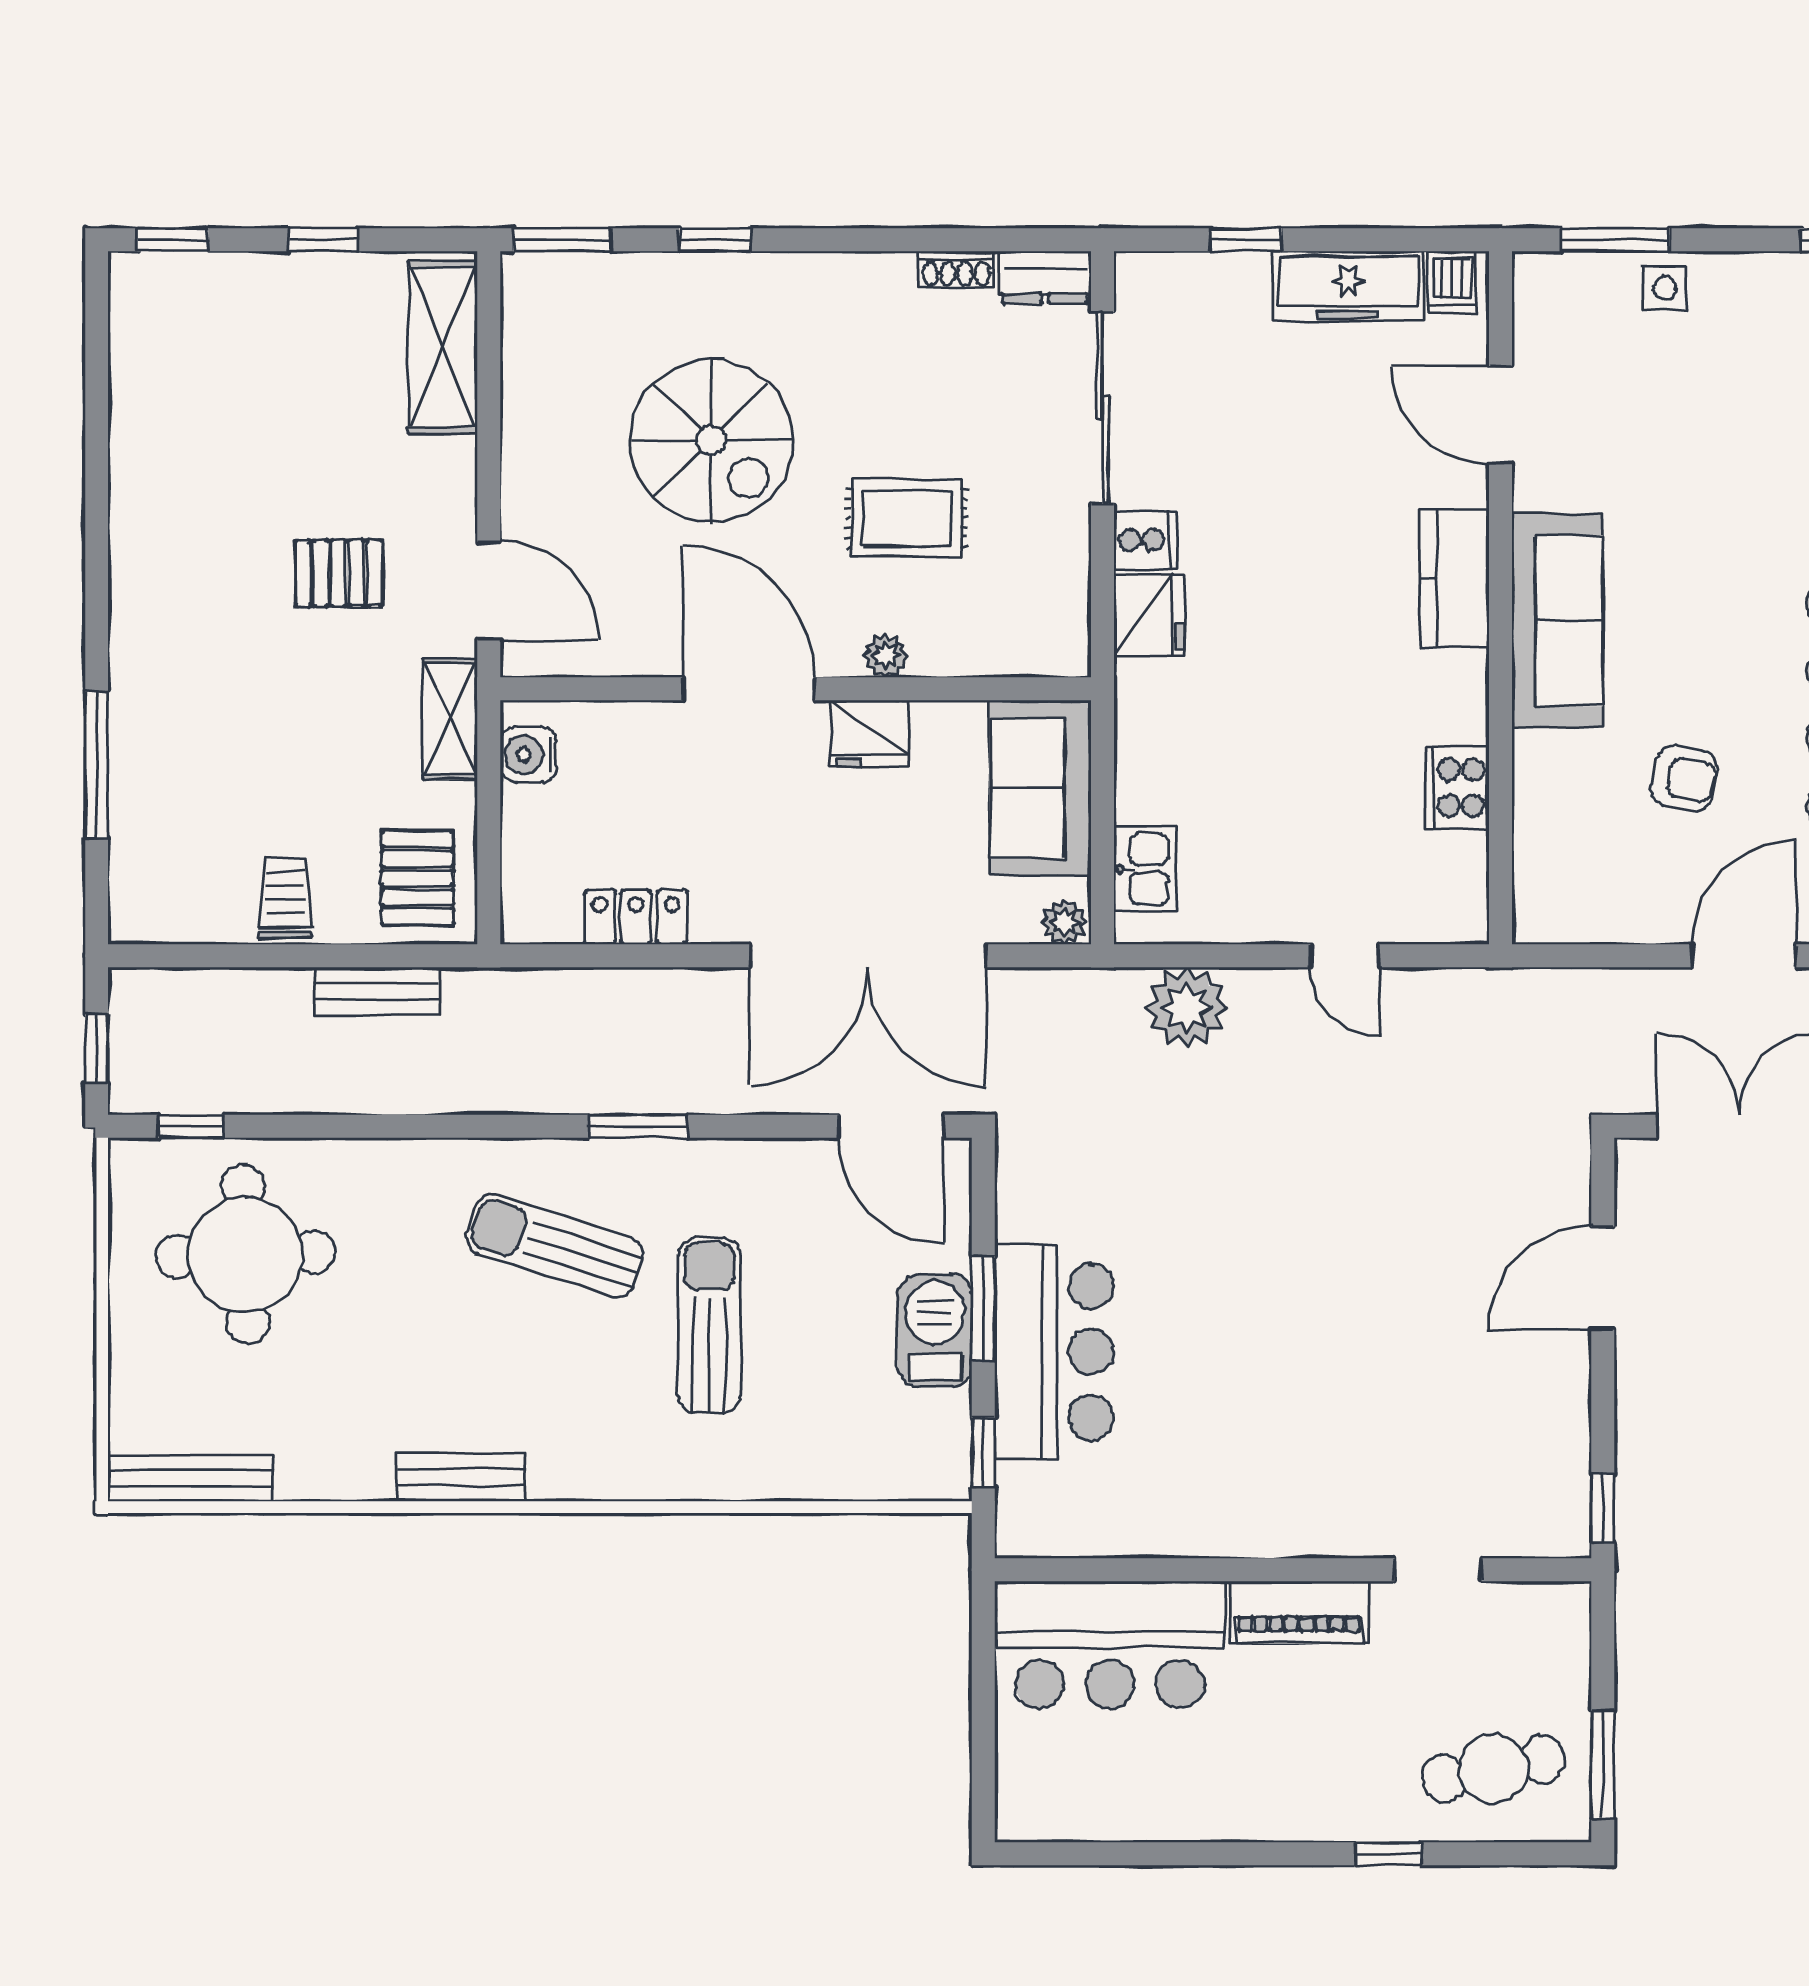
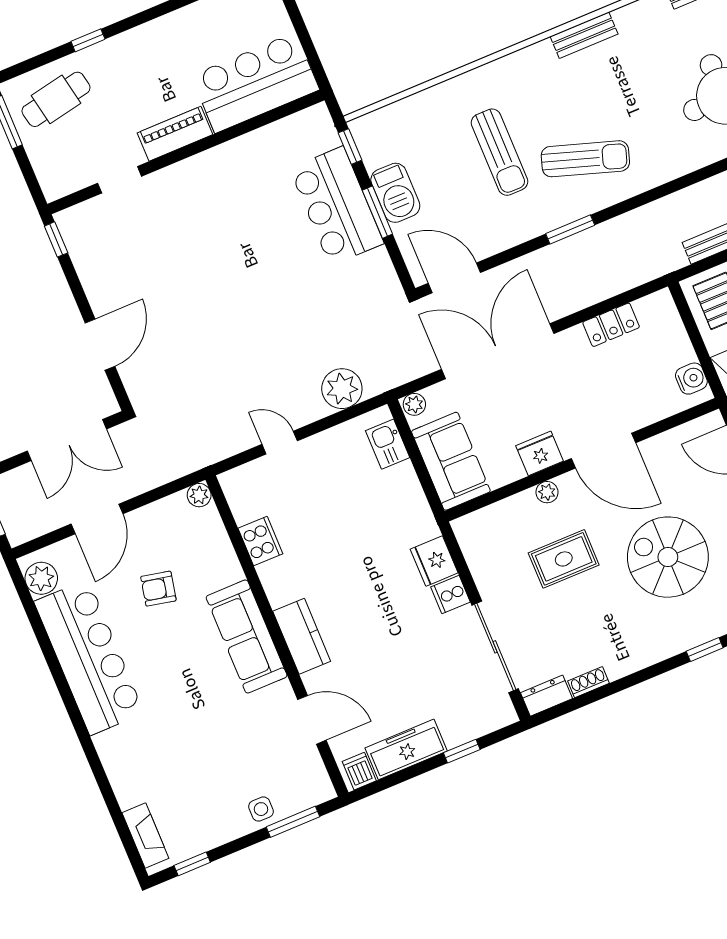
plant: (1536, 921) -> (199, 495), added

